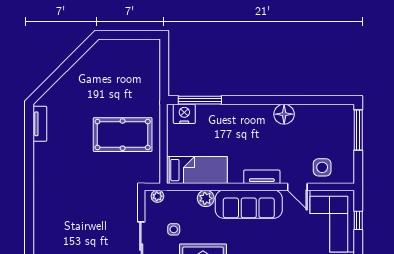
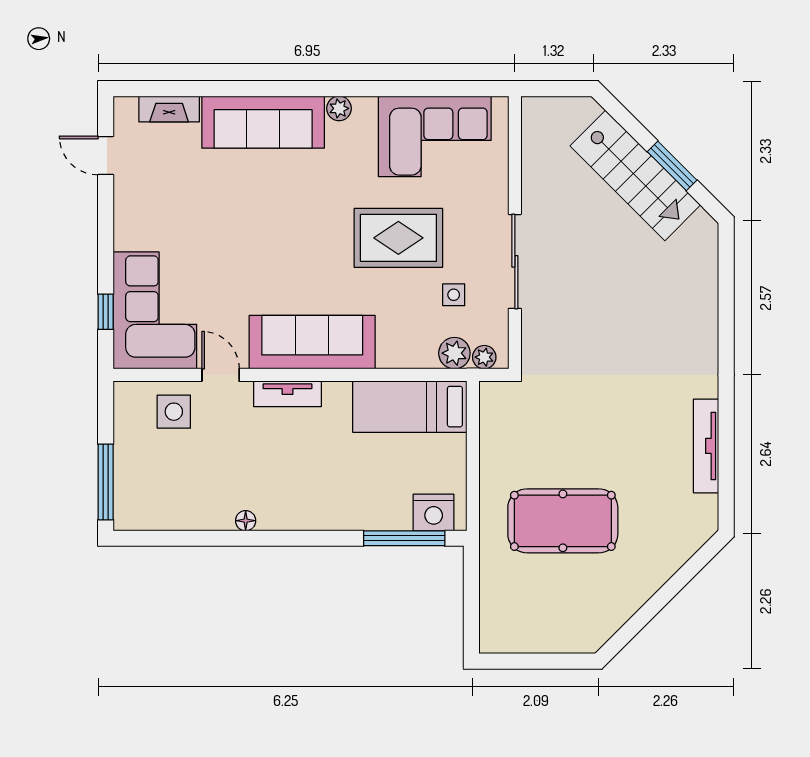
floor lamp: (284, 114) -> (246, 521), width x0.53, depth x0.53
tv unit: (40, 124) -> (706, 446), moved, width x1.41
pool table: (123, 135) -> (563, 521), moved
plant: (206, 198) -> (454, 353), moved

